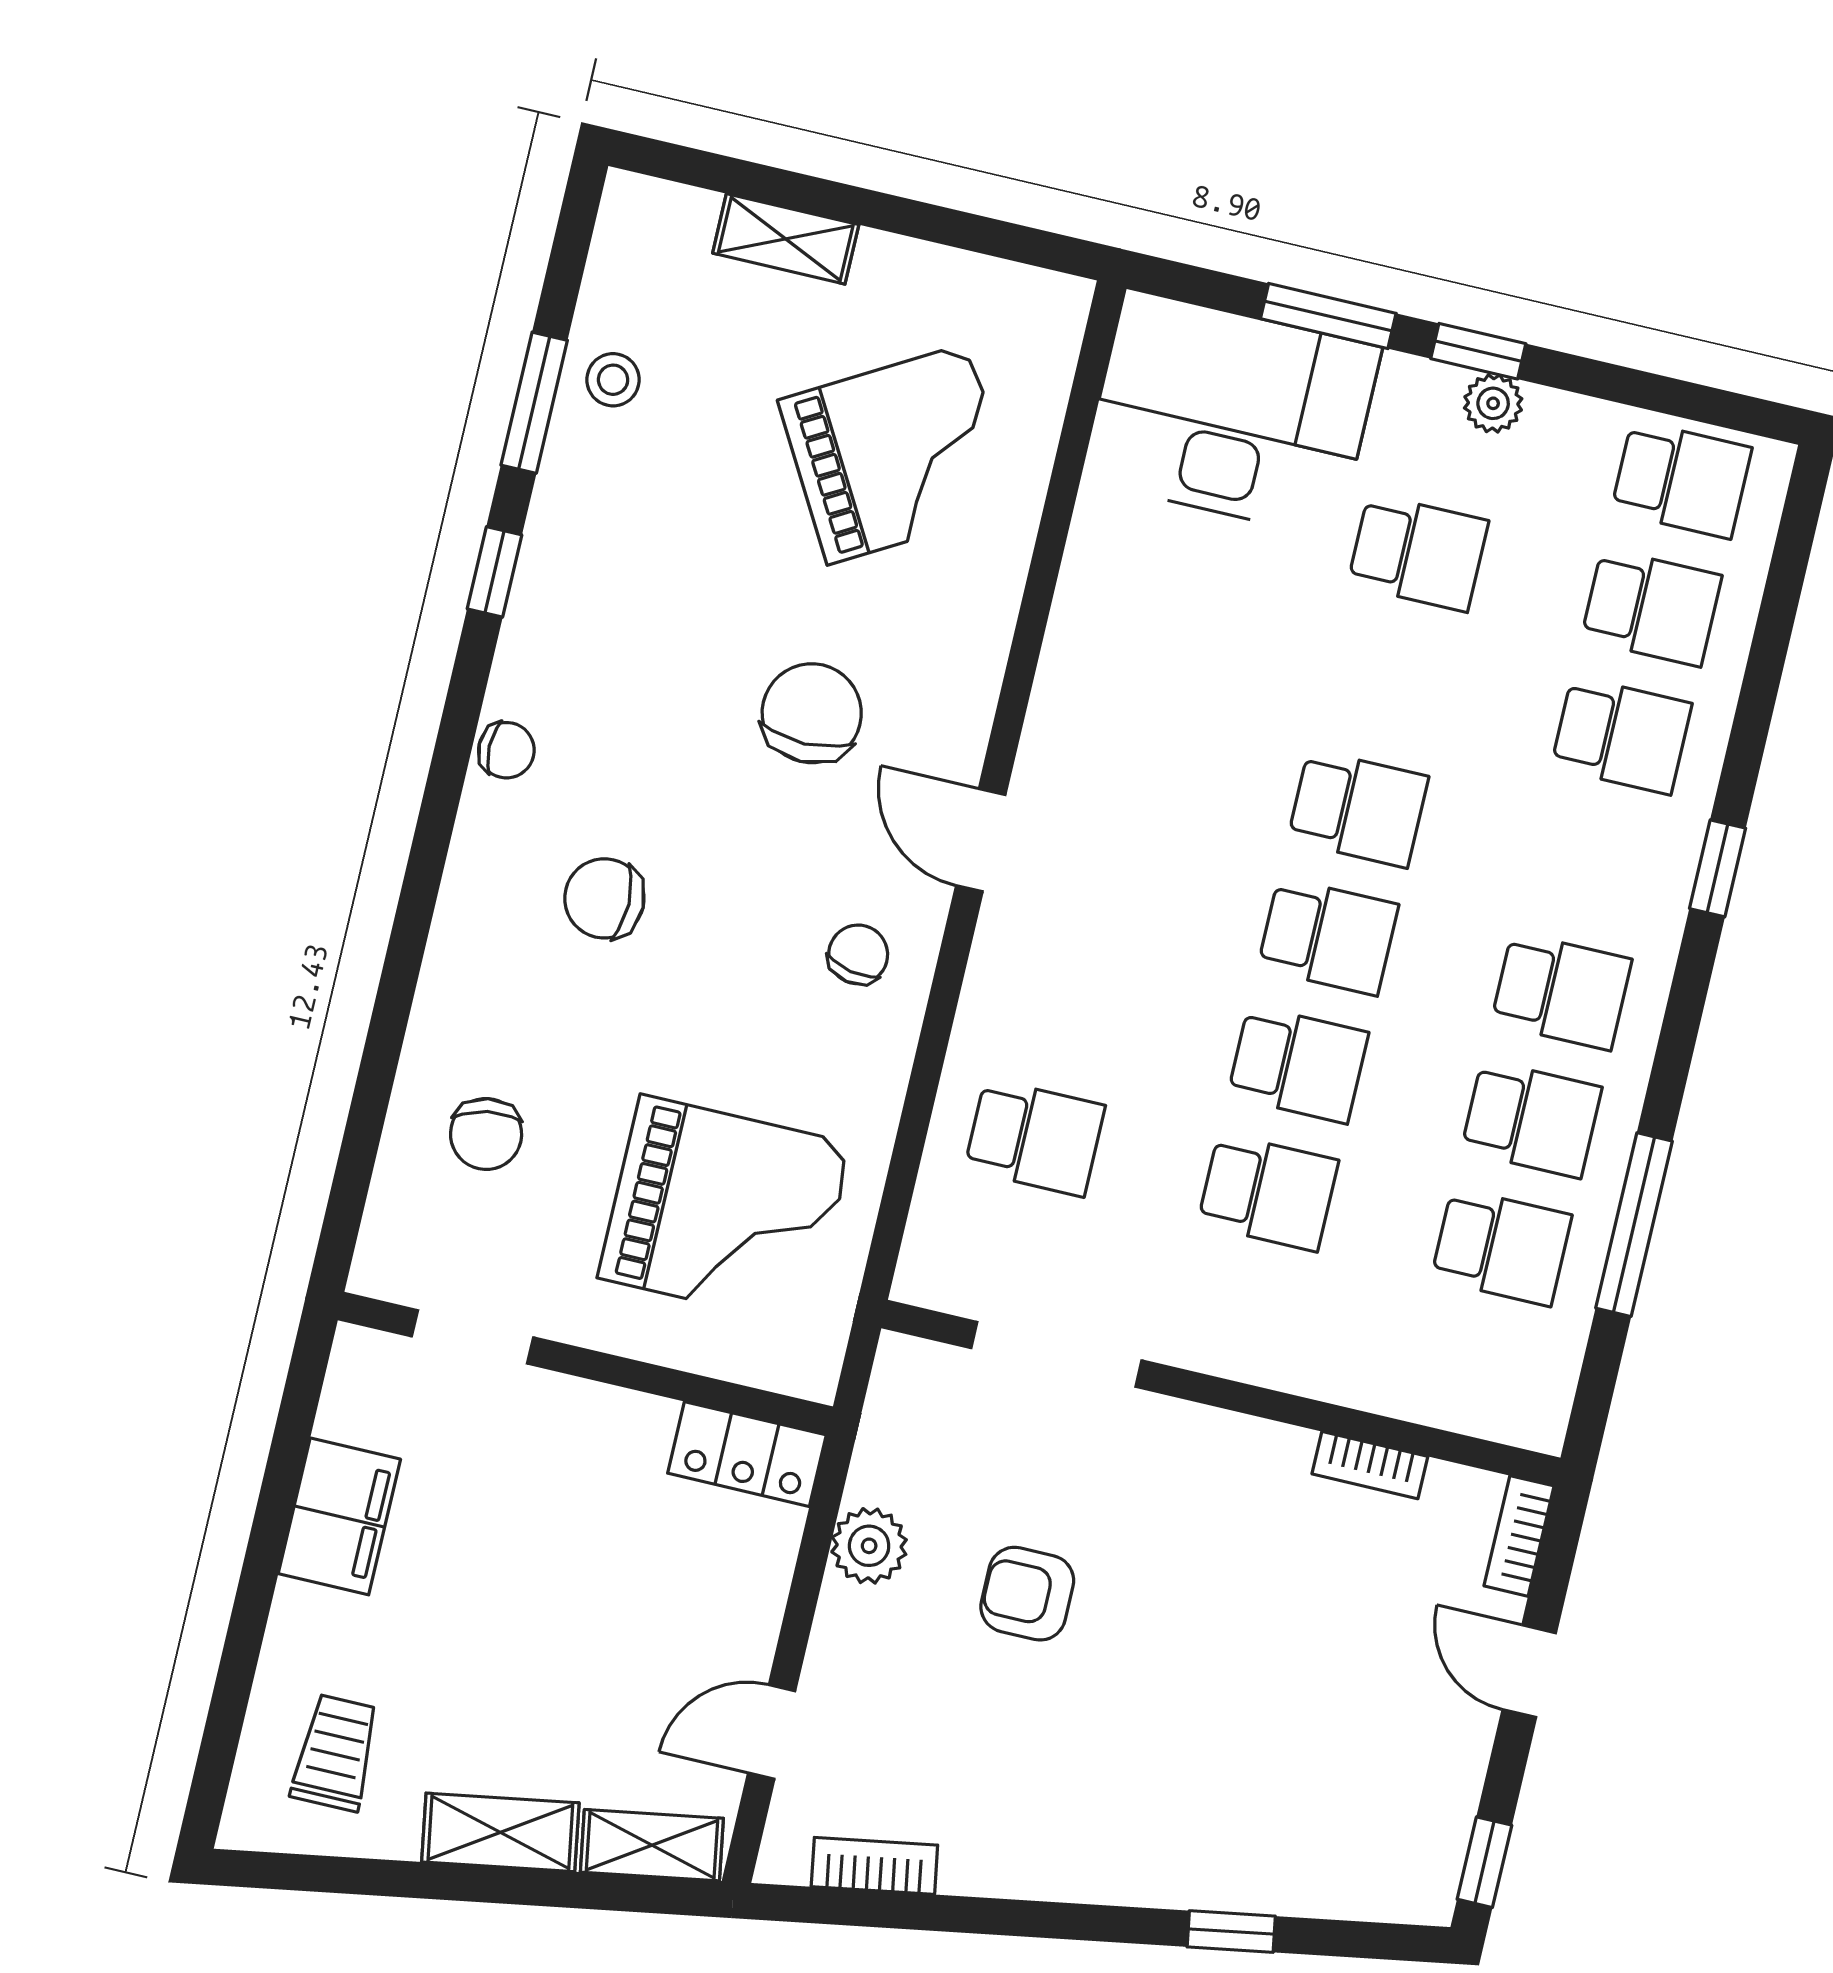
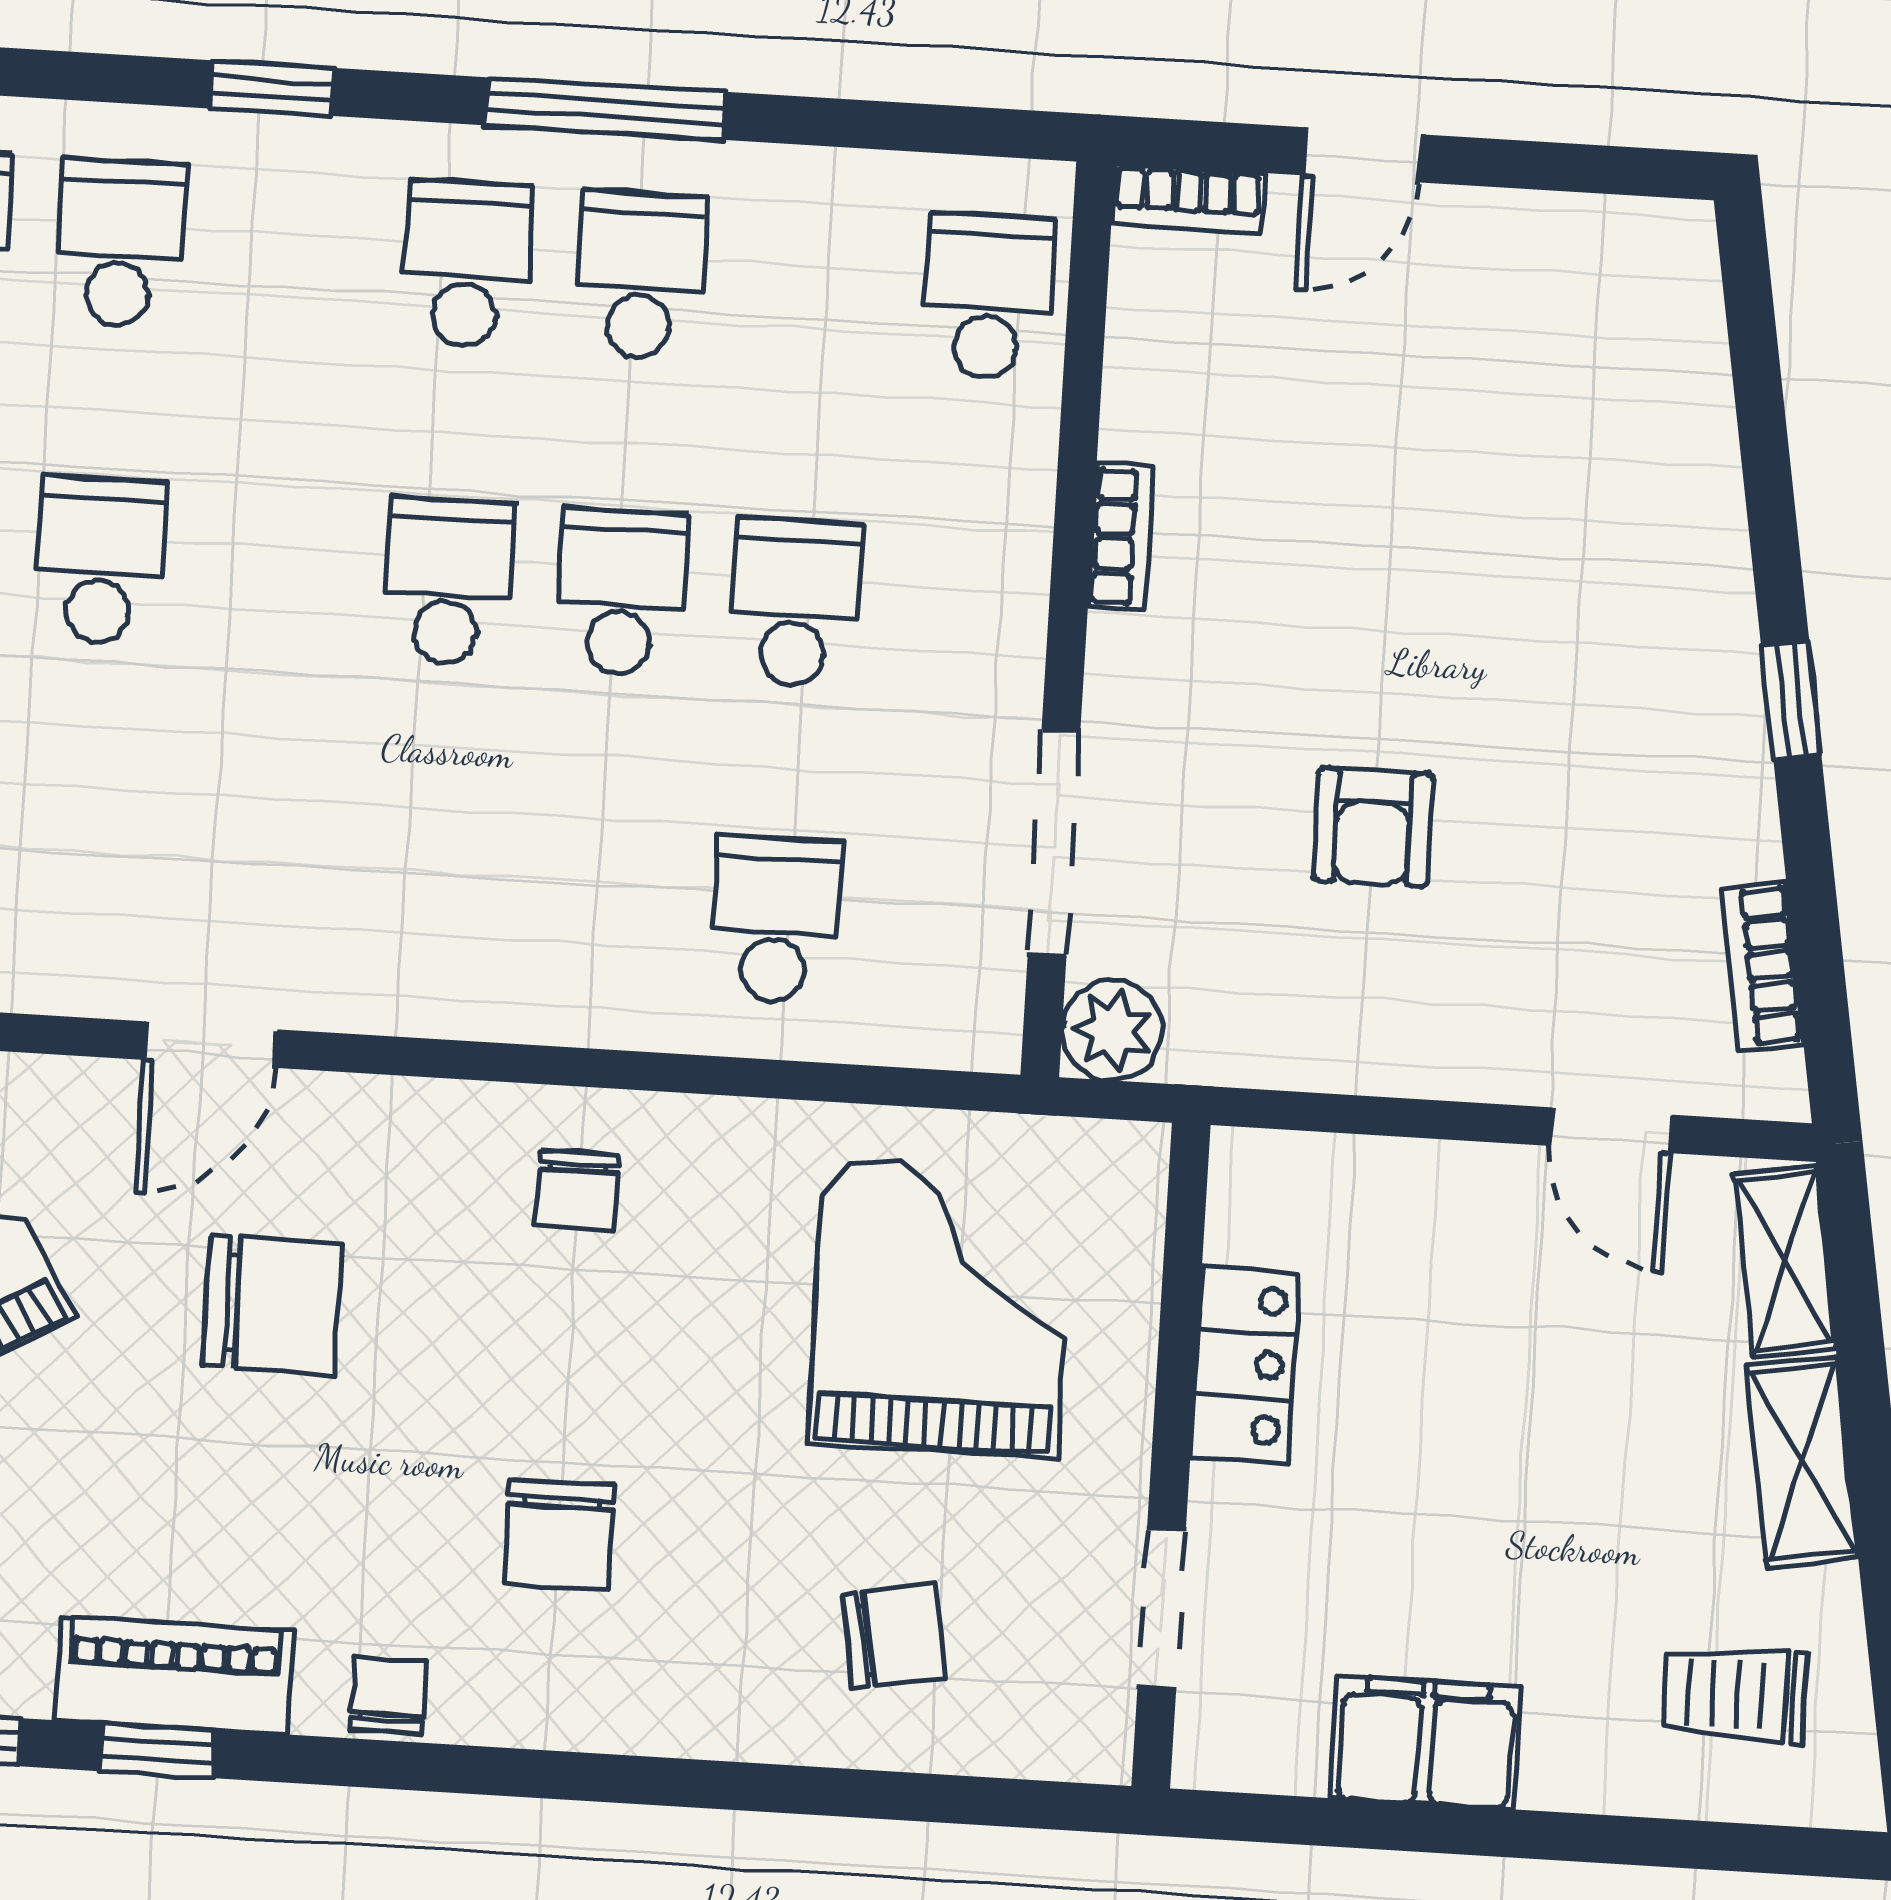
piano: (548, 593) -> (174, 1676), added
chair: (812, 713) -> (272, 1305), turned 180
school desk: (1358, 808) -> (101, 560), moved
door: (981, 840) -> (210, 1045), moved
chair: (858, 954) -> (576, 1191), turned -101
window: (1634, 1225) -> (606, 109), moved
school desk: (1501, 1247) -> (988, 296), moved
locker: (747, 1454) -> (1245, 1364), moved
bookcase: (1370, 1465) -> (1121, 537), moved
plant: (869, 1546) -> (1112, 1030), moved
window: (1484, 1862) -> (1621, 171), removed
window: (1231, 1932) -> (1791, 700), moved

